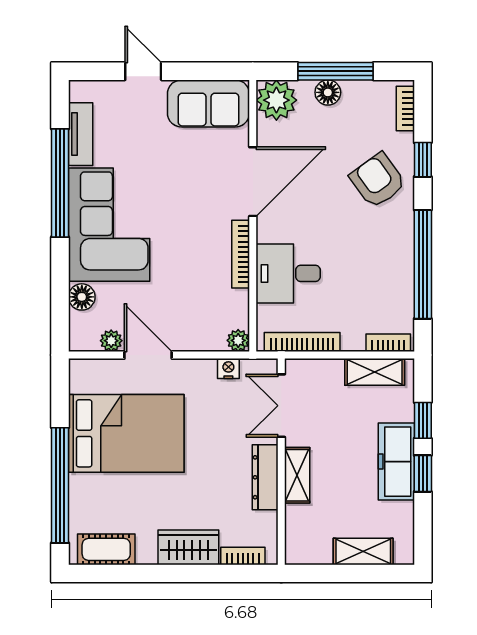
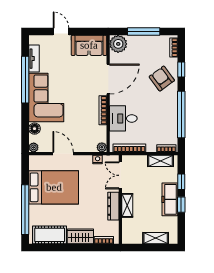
floor lamp: (328, 92) -> (140, 41), removed
plant: (111, 341) -> (34, 147), moved
cot: (106, 549) -> (50, 235), width x1.37, depth x1.34

